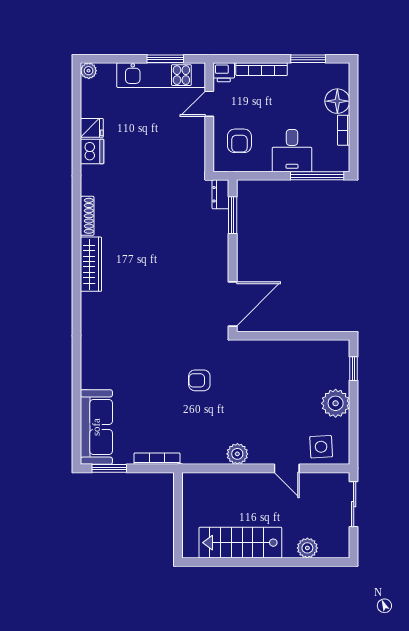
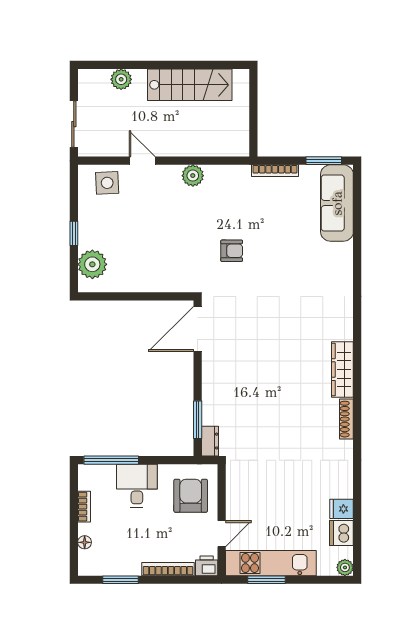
floor lamp: (337, 101) -> (85, 542), width x0.53, depth x0.53
armchair: (239, 141) -> (191, 496), width x1.38, depth x1.38
dishwasher: (92, 151) -> (341, 533), moved
window: (354, 369) -> (74, 233), moved
plant: (336, 403) -> (92, 264), moved

